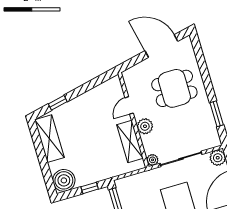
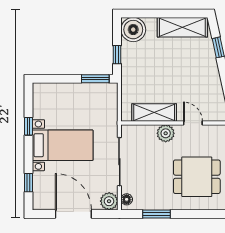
dining table: (174, 88) -> (197, 177), turned 90
floor lamp: (212, 143) -> (127, 199), added
plant: (153, 160) -> (127, 131), removed

